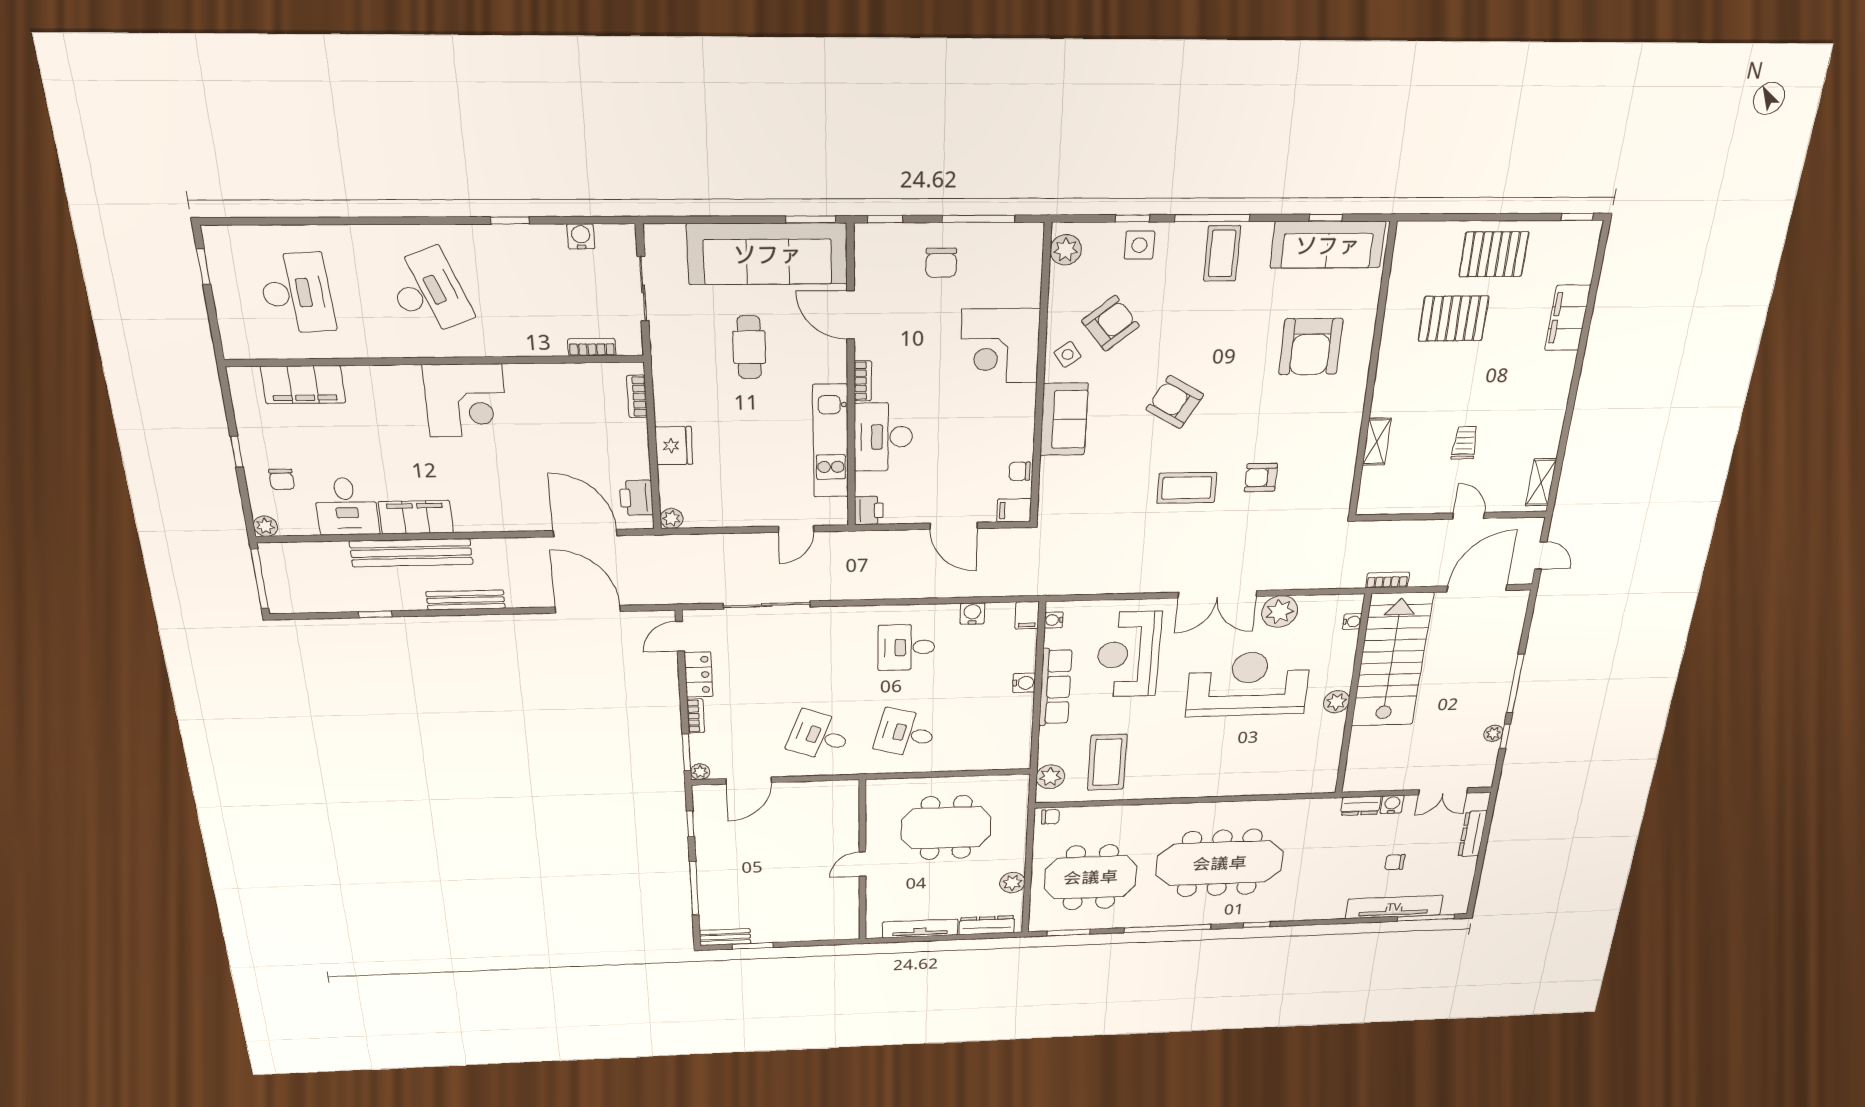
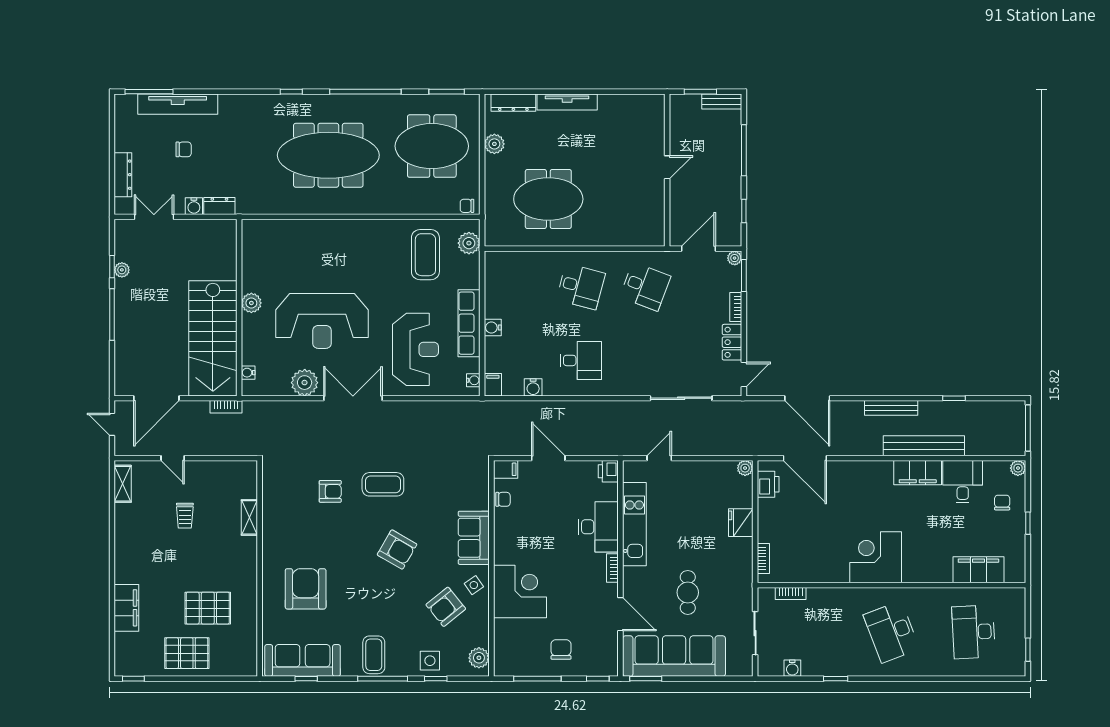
wall: (863, 861) -> (667, 170), moved
door: (863, 864) -> (667, 167), moved

